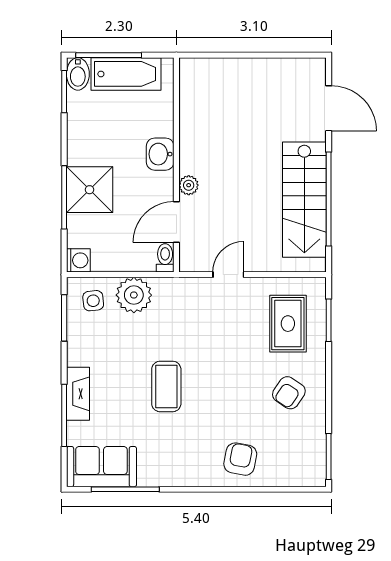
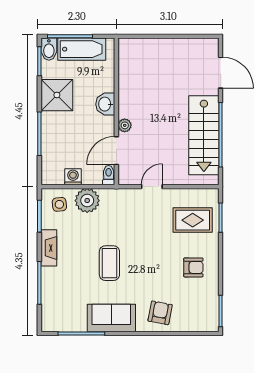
shower: (90, 190) -> (57, 95), moved
washing machine: (78, 260) -> (73, 177), moved, turned -90
rug: (288, 324) -> (193, 220), turned 90
armchair: (289, 393) -> (193, 267), turned -124
fireplace: (78, 394) -> (49, 248), moved
sofa: (101, 467) -> (111, 318), moved

